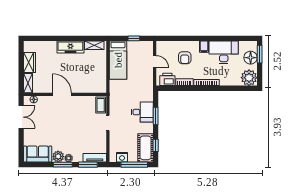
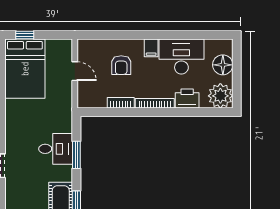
window: (134, 38) -> (25, 35), moved
window: (260, 54) -> (237, 59), removed
bed: (118, 60) -> (25, 69), width x1.50
printer: (167, 79) -> (187, 99), moved

